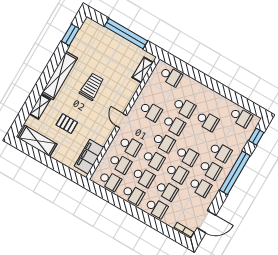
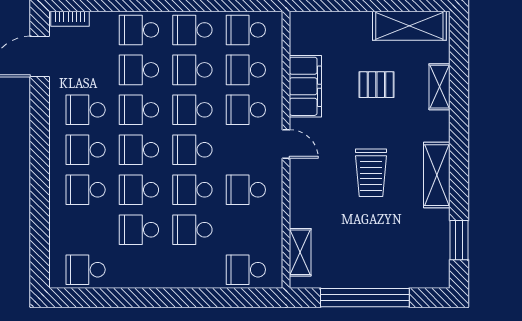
shelving: (60, 76) -> (437, 175), width x0.68
window: (256, 137) -> (40, 252), removed
school desk: (197, 138) -> (139, 190), added
filing cabinet: (89, 157) -> (305, 86), moved
window: (235, 173) -> (40, 168), removed

